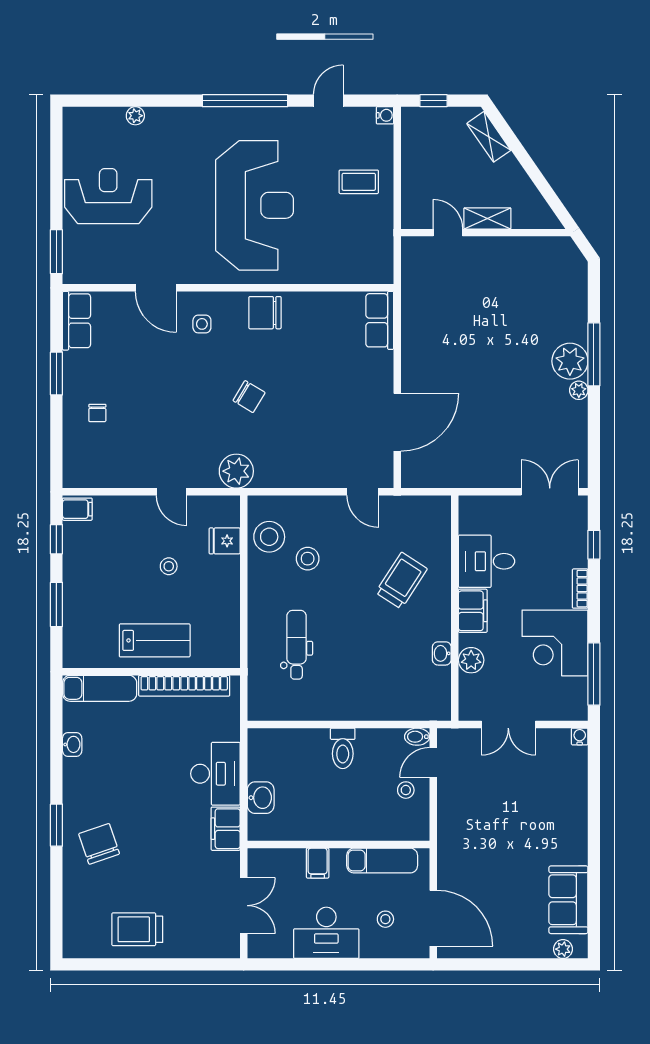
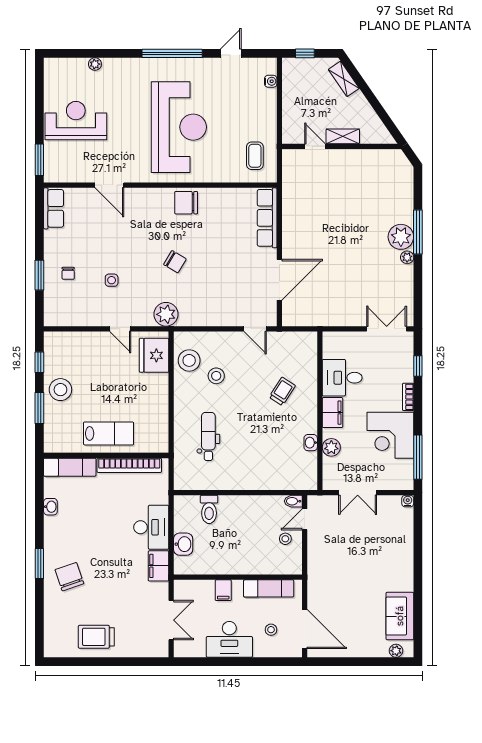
water cooler: (385, 115) -> (271, 81), moved
coffee table: (359, 182) -> (255, 156), moved, turned 90
row of seats: (380, 320) -> (267, 218), width x1.48
side table: (202, 324) -> (112, 280), moved
window: (56, 374) -> (39, 275), moved
filing cabinet: (77, 509) -> (54, 341), removed
fridge: (225, 541) -> (154, 355), width x1.88, depth x1.34
stool: (169, 566) -> (60, 390), moved, width x1.89, depth x1.89
trolley: (401, 581) -> (282, 391), width x0.73, depth x0.72
toilet: (343, 748) -> (209, 509), moved

